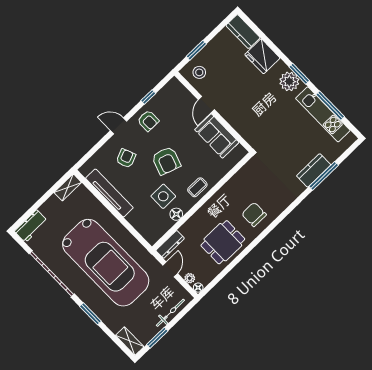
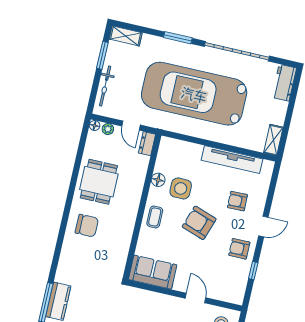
sofa: (217, 136) -> (153, 272), moved
armchair: (126, 158) -> (237, 201), turned 111
dresser: (170, 244) -> (147, 144), width x0.70

